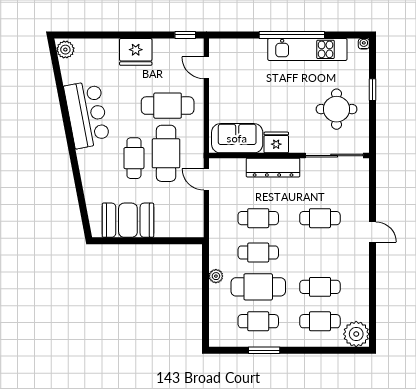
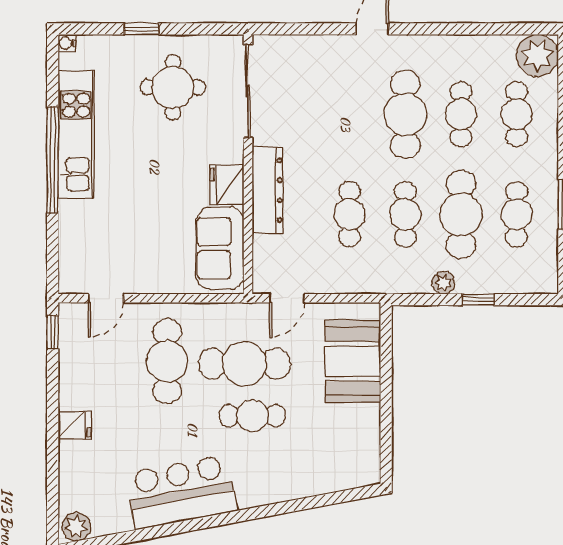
fridge: (136, 52) -> (74, 425), width x0.53, depth x0.75
cafe table: (320, 218) -> (405, 114), moved, width x1.37, depth x1.35
booth: (128, 220) -> (353, 361), moved
window: (206, 298) -> (479, 300), added

